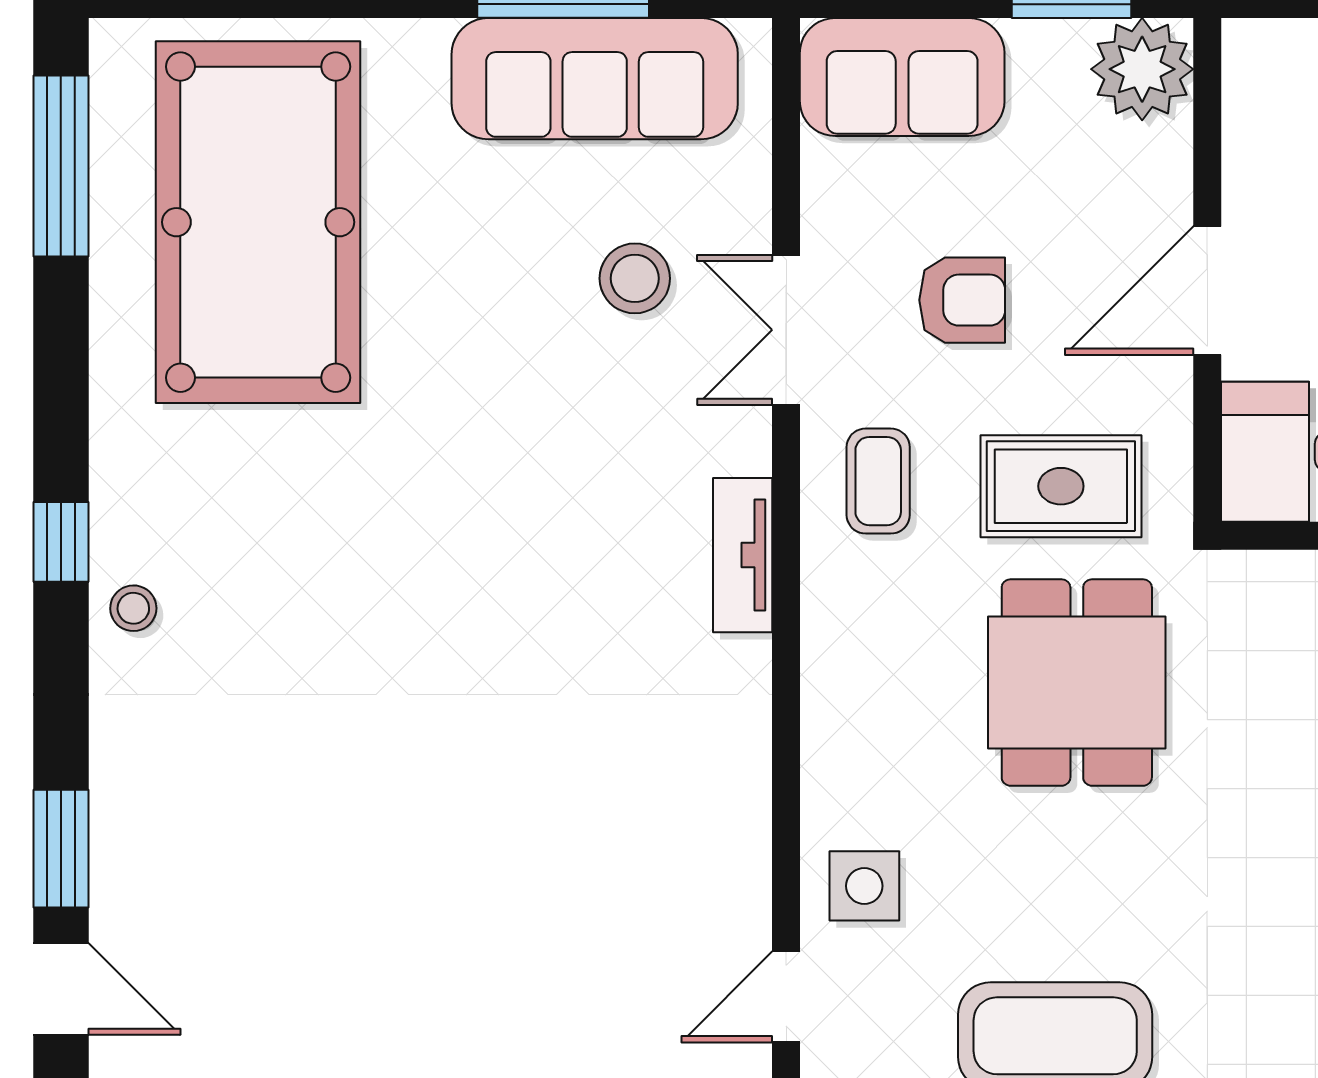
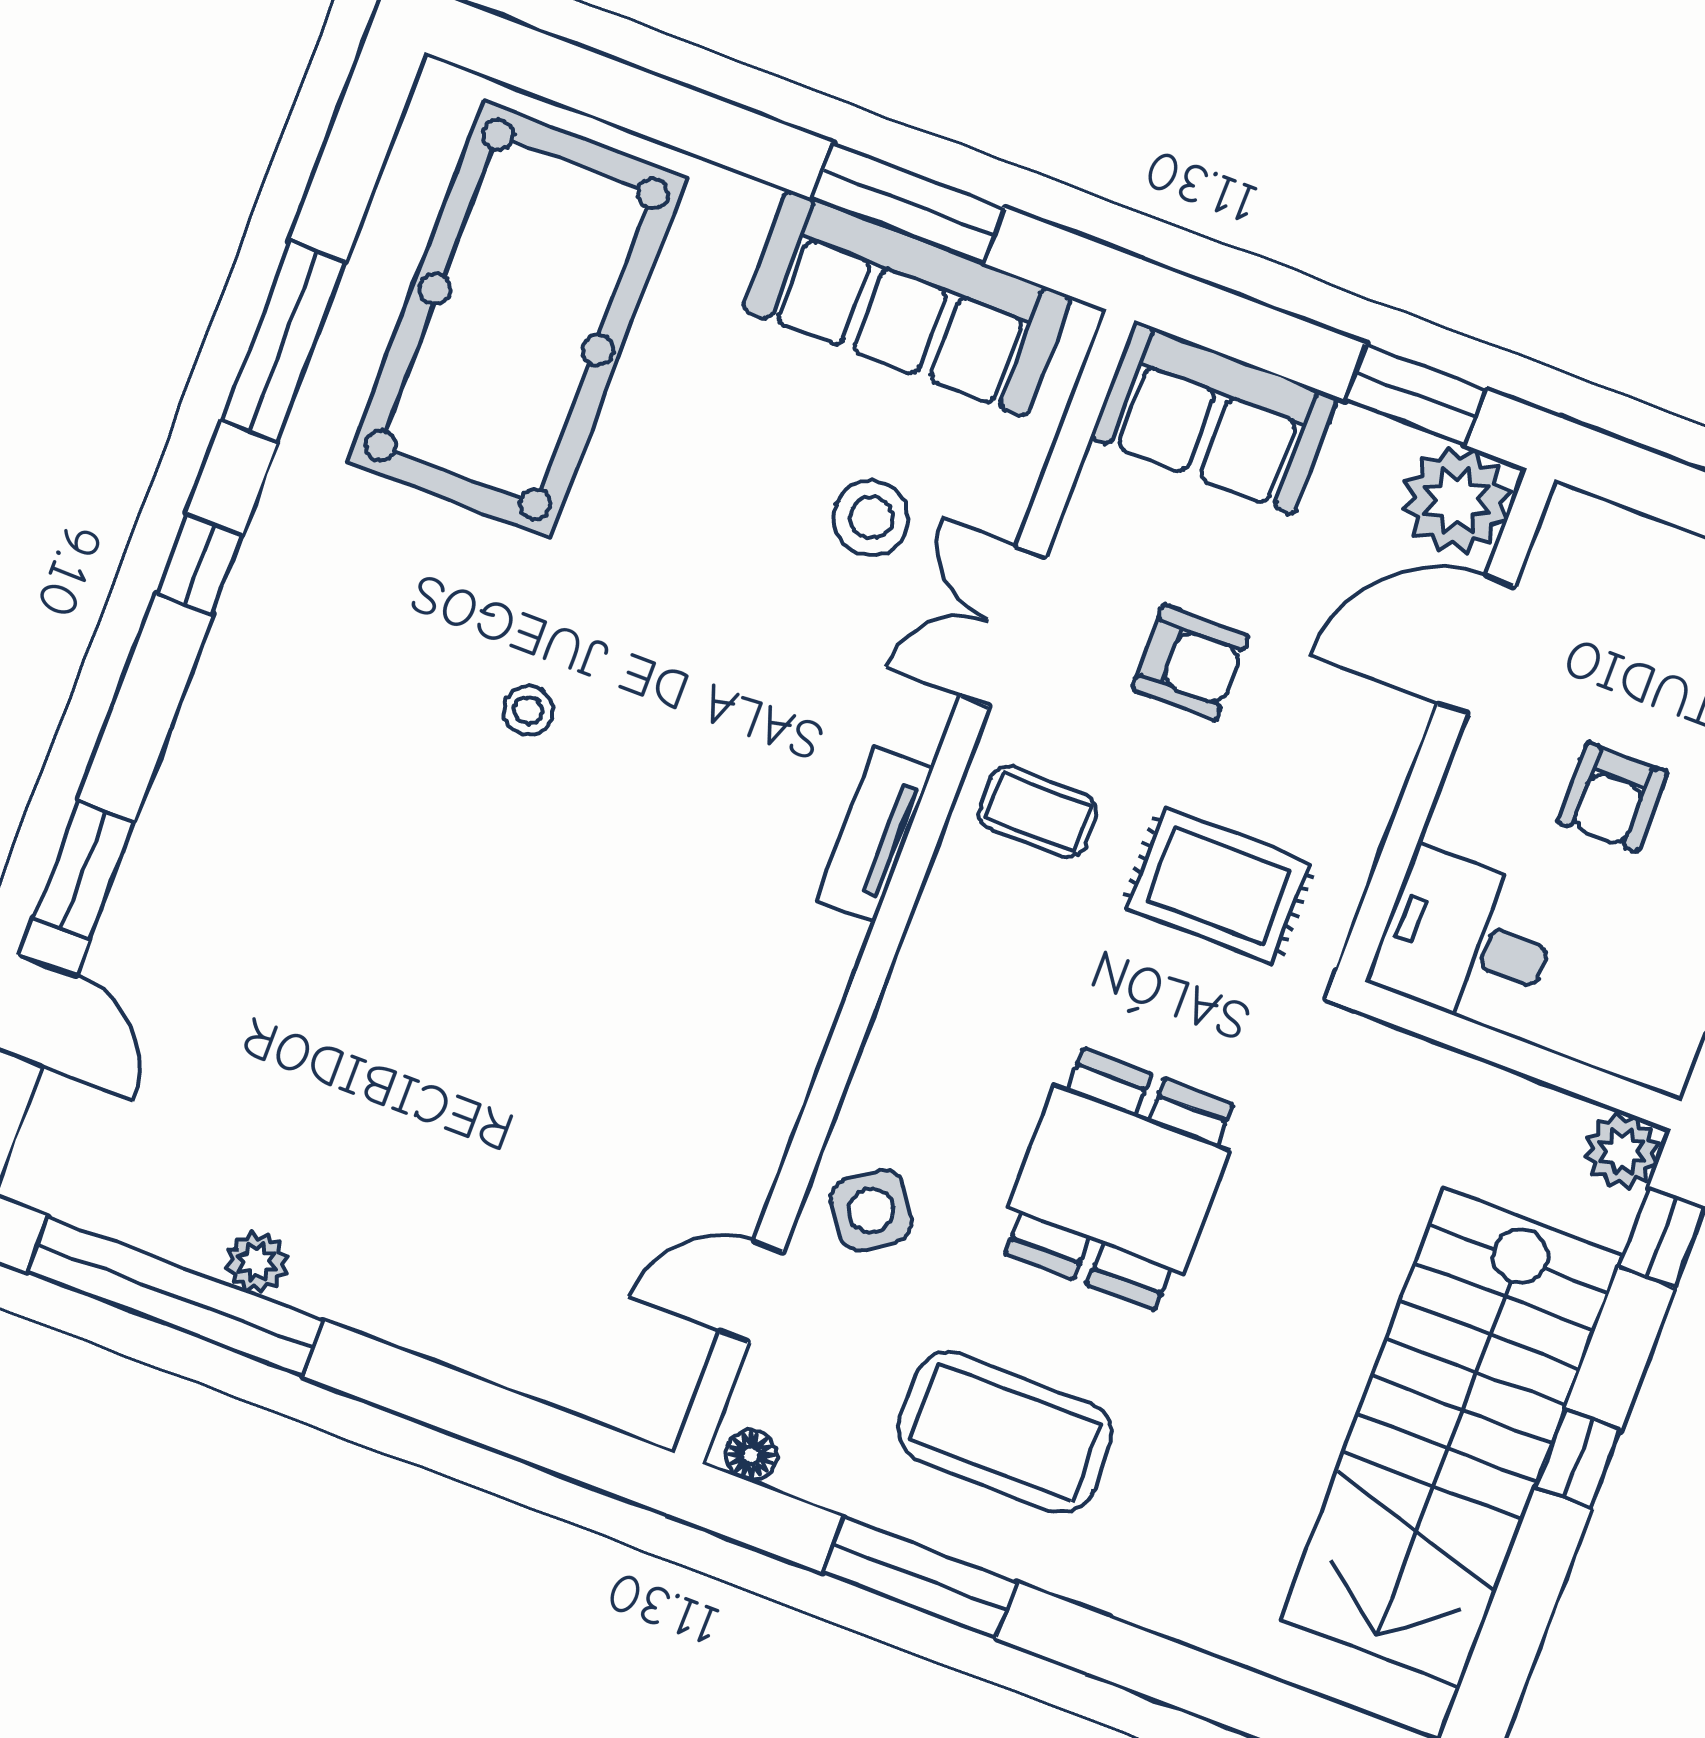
window: (61, 166) -> (284, 341), moved
door: (1207, 291) -> (1476, 645), moved
coffee table: (878, 481) -> (1038, 812), turned 90
stool: (133, 608) -> (528, 711), moved
dining table: (1077, 683) -> (1119, 1179), moved
side table: (864, 886) -> (871, 1210), turned -35

